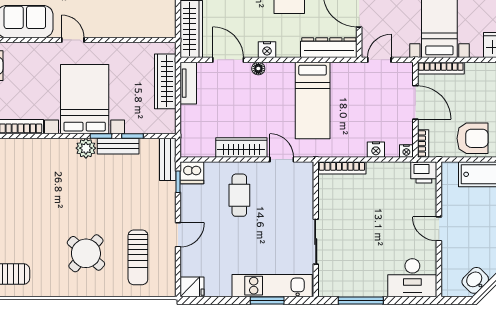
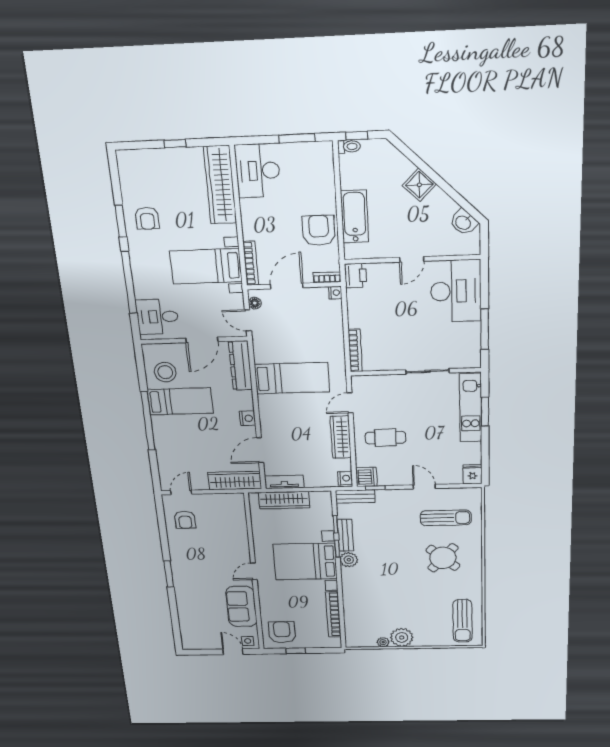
floor lamp: (258, 69) -> (255, 303), moved
nightstand: (376, 150) -> (345, 478), moved
desk: (412, 278) -> (456, 291), width x1.36, depth x1.30

